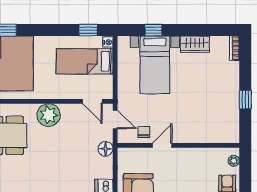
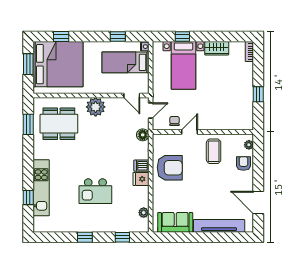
window: (88, 30) -> (118, 36), moved
door: (115, 119) -> (151, 110), hinge flipped
coffee table: (191, 169) -> (214, 151), added

